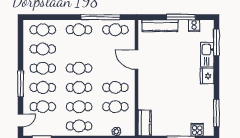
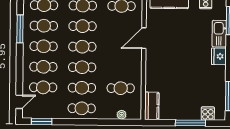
door: (137, 60) -> (144, 38), hinge flipped
window: (20, 84) -> (20, 29), moved
cafe table: (115, 87) -> (83, 26), moved

